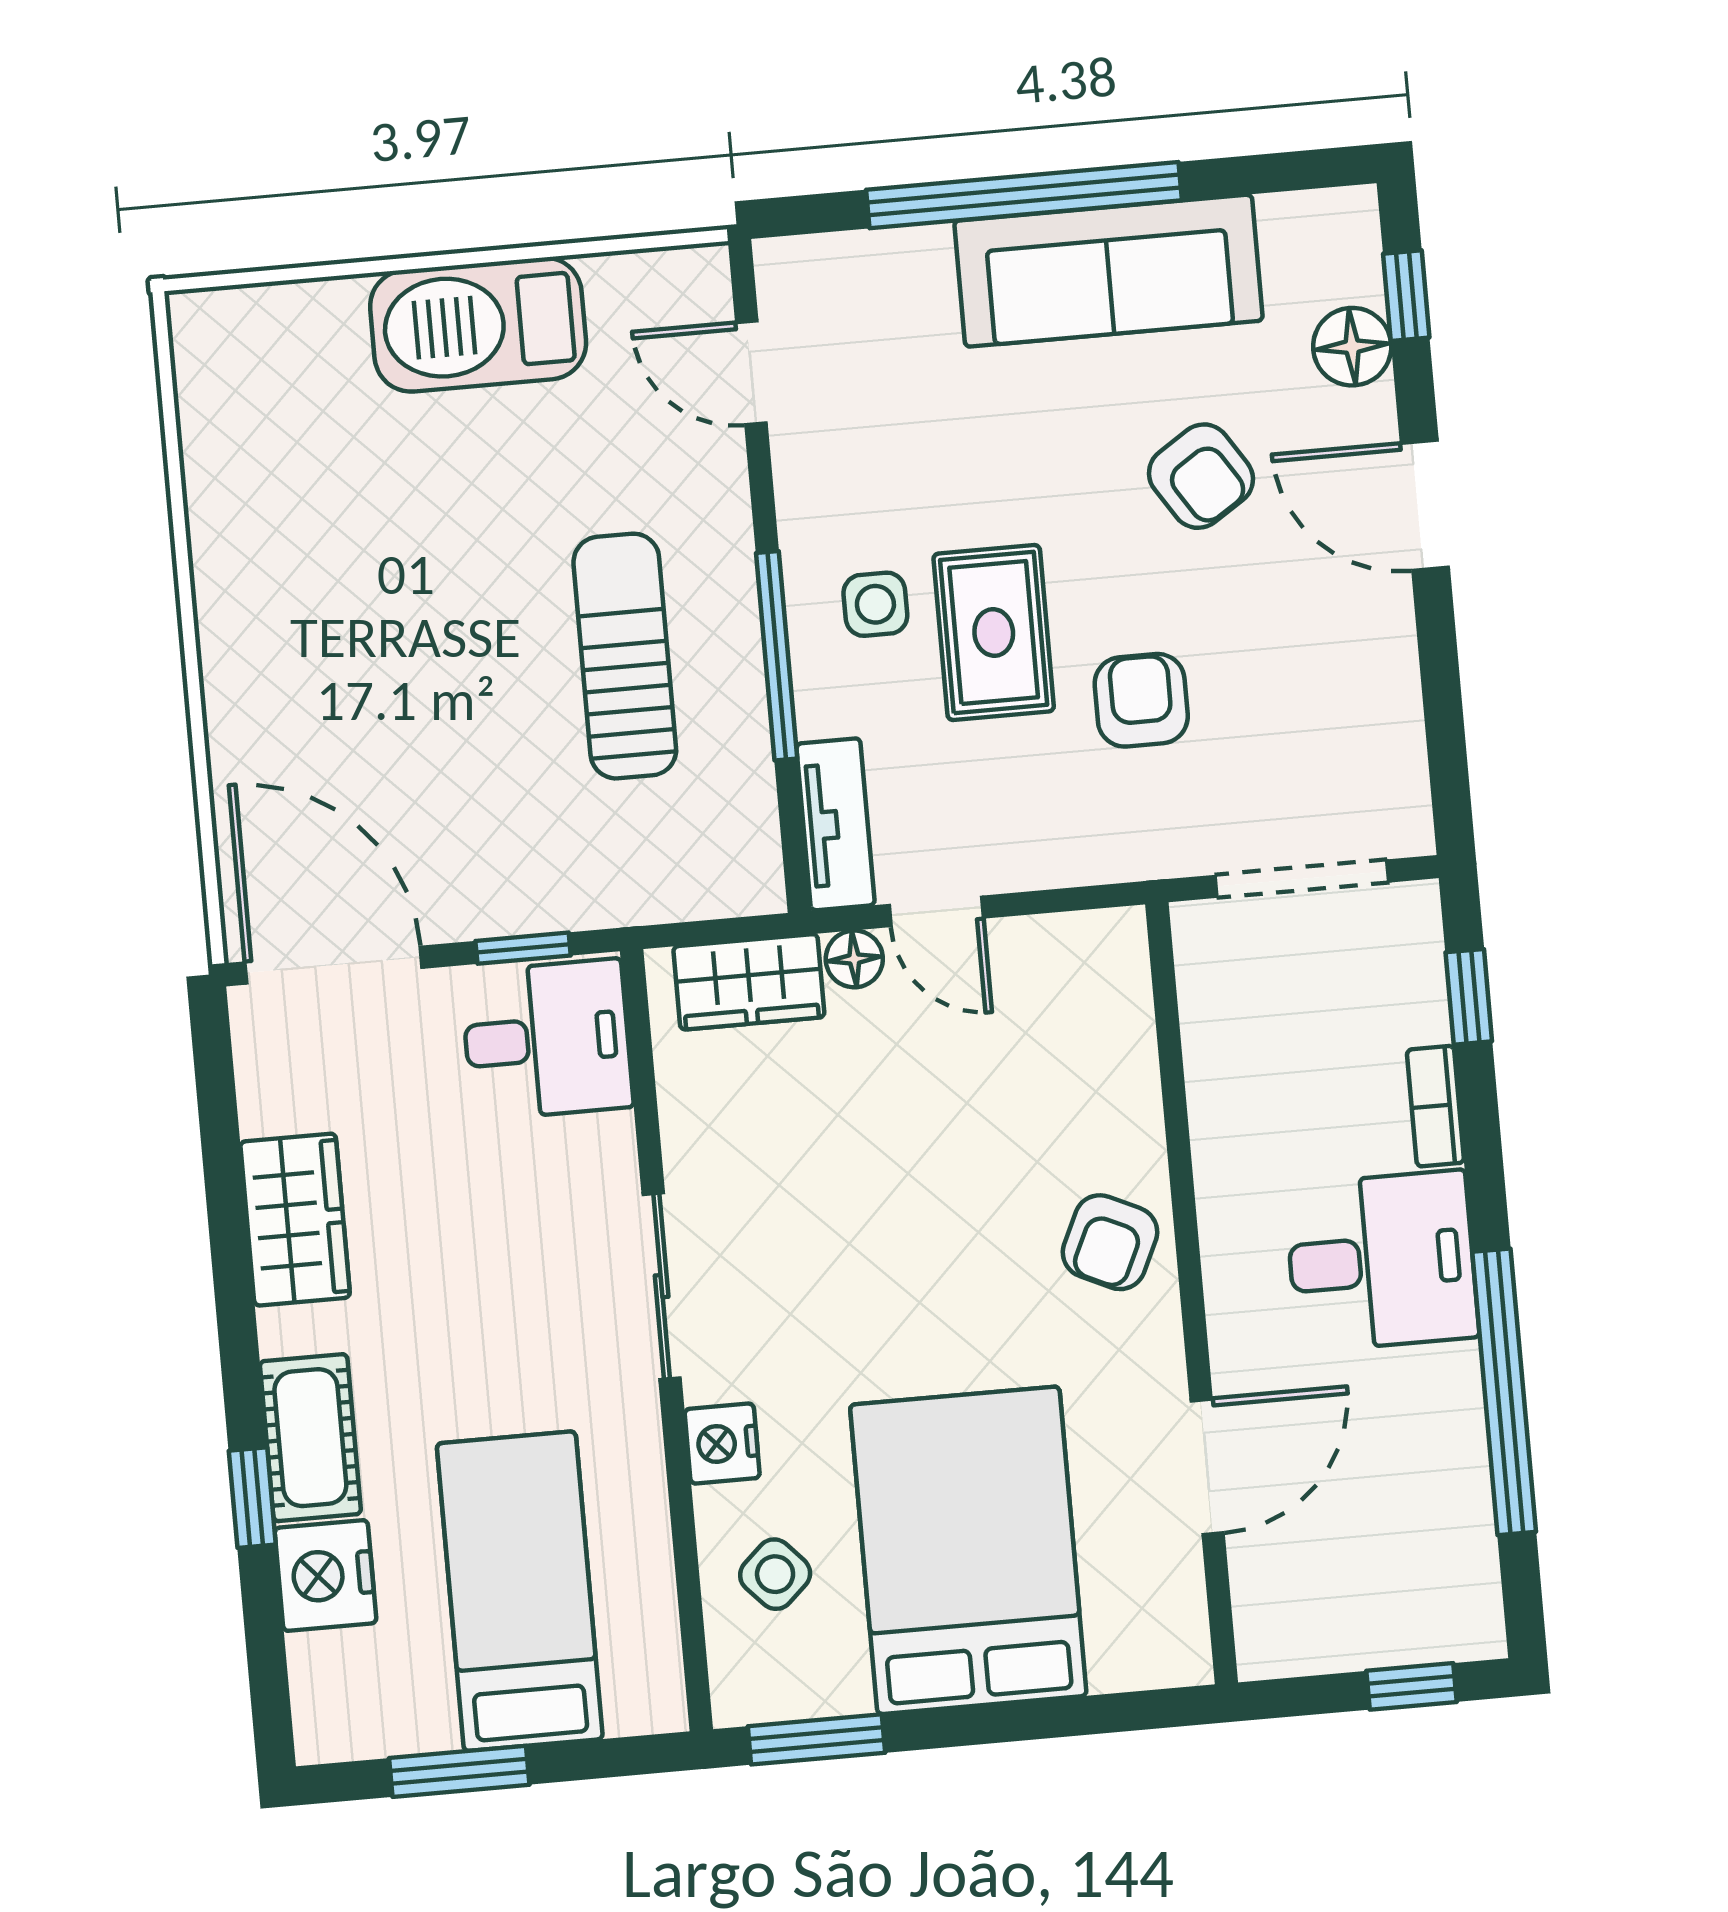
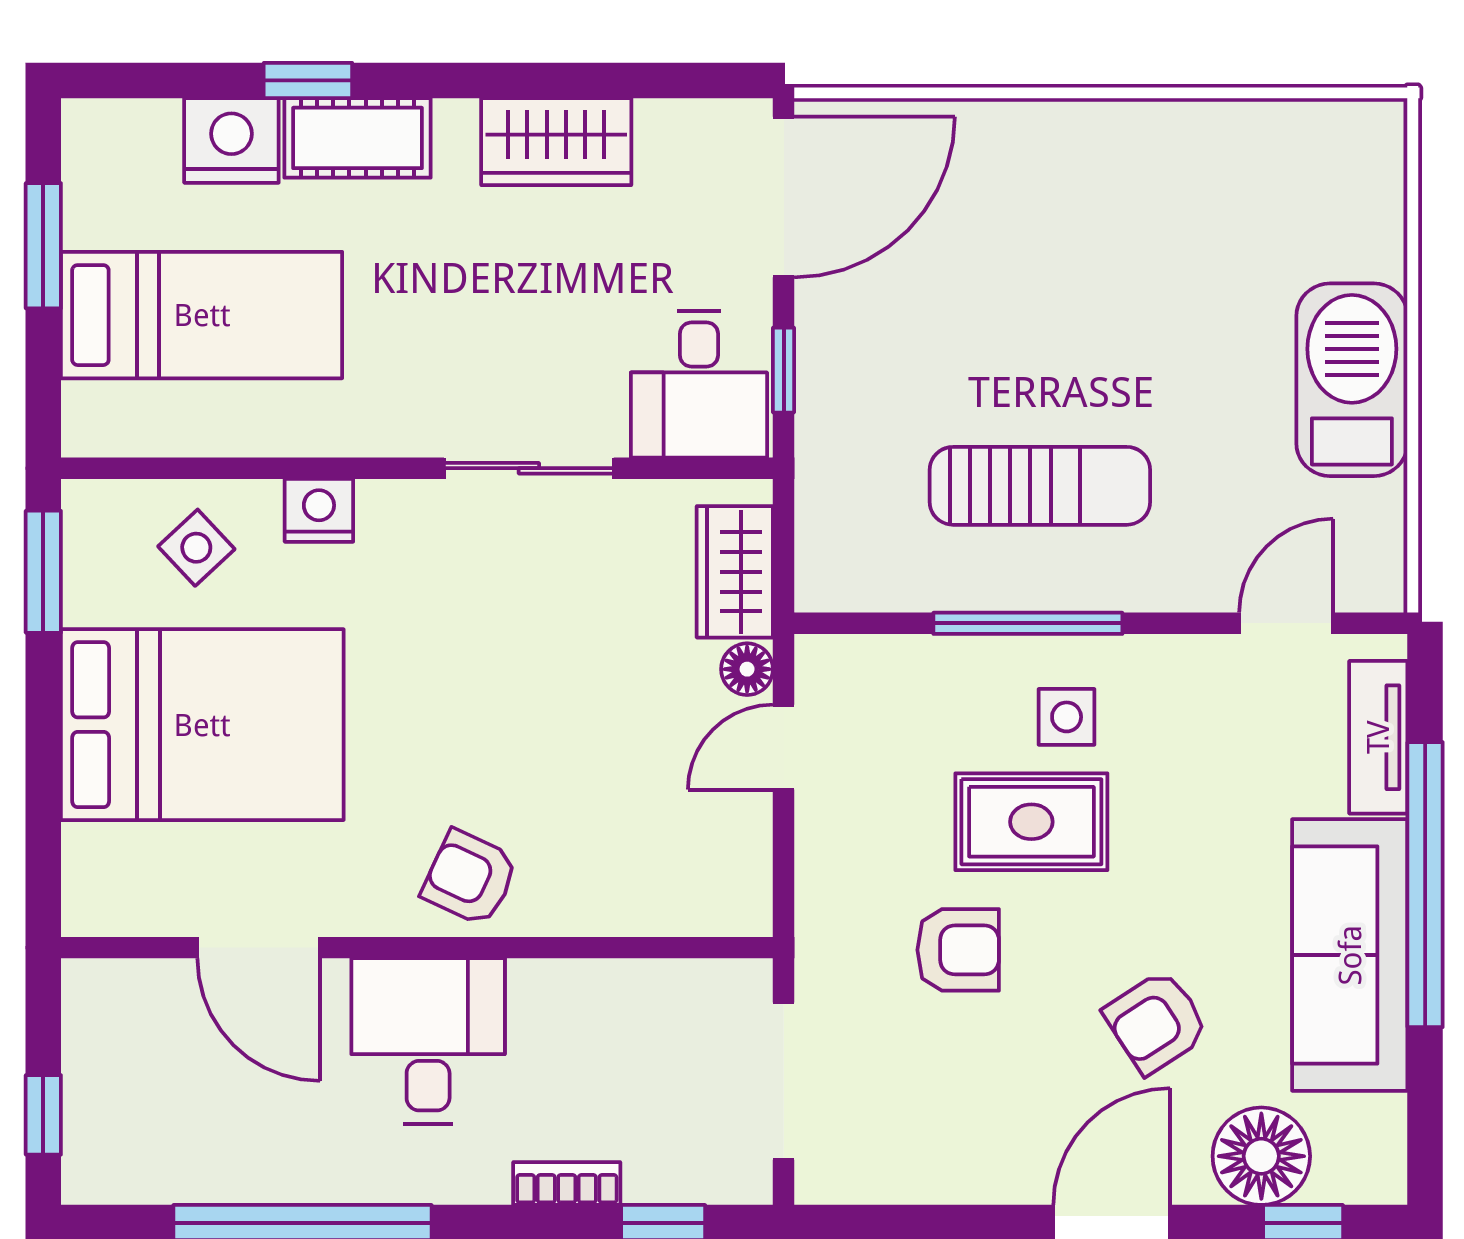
floor lamp: (1352, 347) -> (1261, 1156), width x1.38, depth x1.38
tv unit: (836, 824) -> (1378, 737), moved, turned 90
desk: (1382, 1261) -> (428, 1041), moved, turned 180
sliding door: (662, 1286) -> (529, 468), moved

